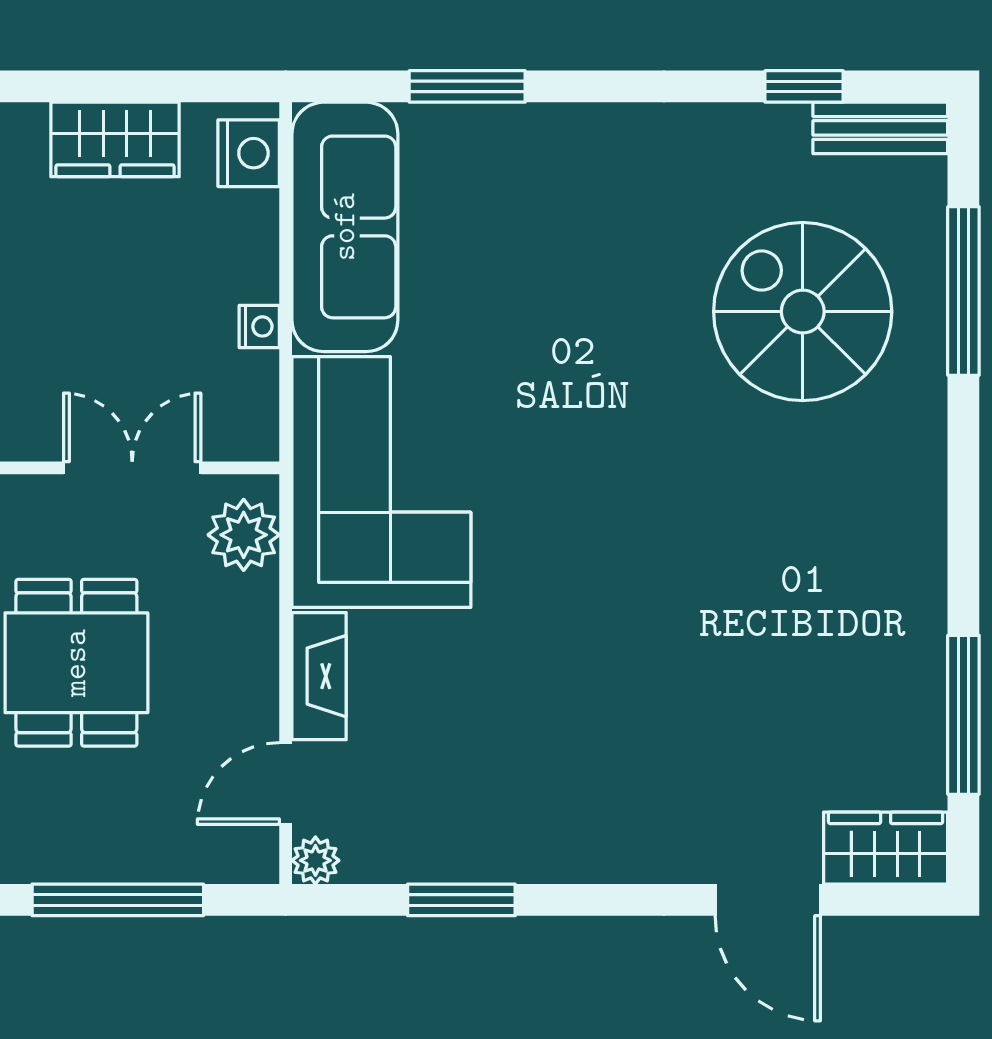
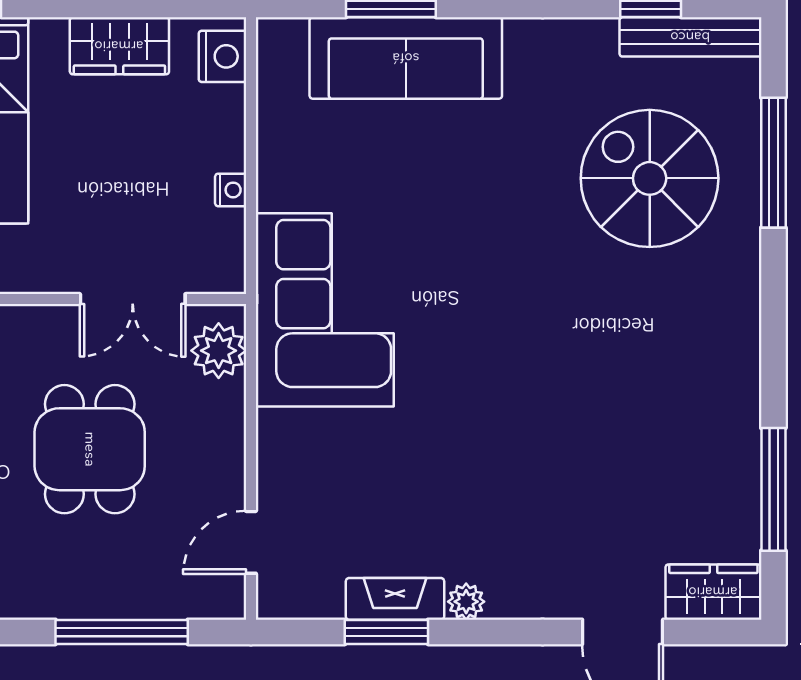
bench: (880, 128) -> (690, 37), width x1.36
sofa: (345, 227) -> (406, 58), moved, turned 90
double door: (132, 468) -> (133, 299), swing flipped
fireplace: (319, 676) -> (395, 599), moved, turned -90
plant: (315, 860) -> (466, 602), moved

